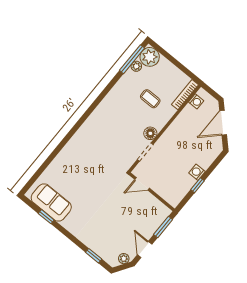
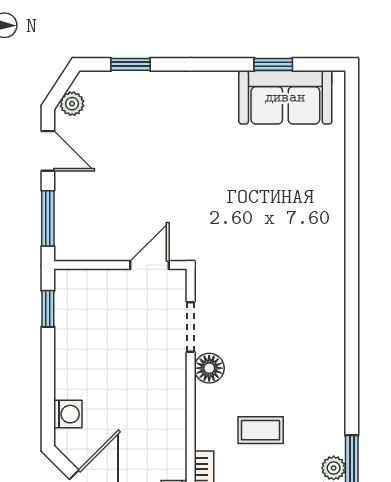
washing machine: (197, 172) -> (68, 414), moved
window: (198, 185) -> (48, 309), moved

